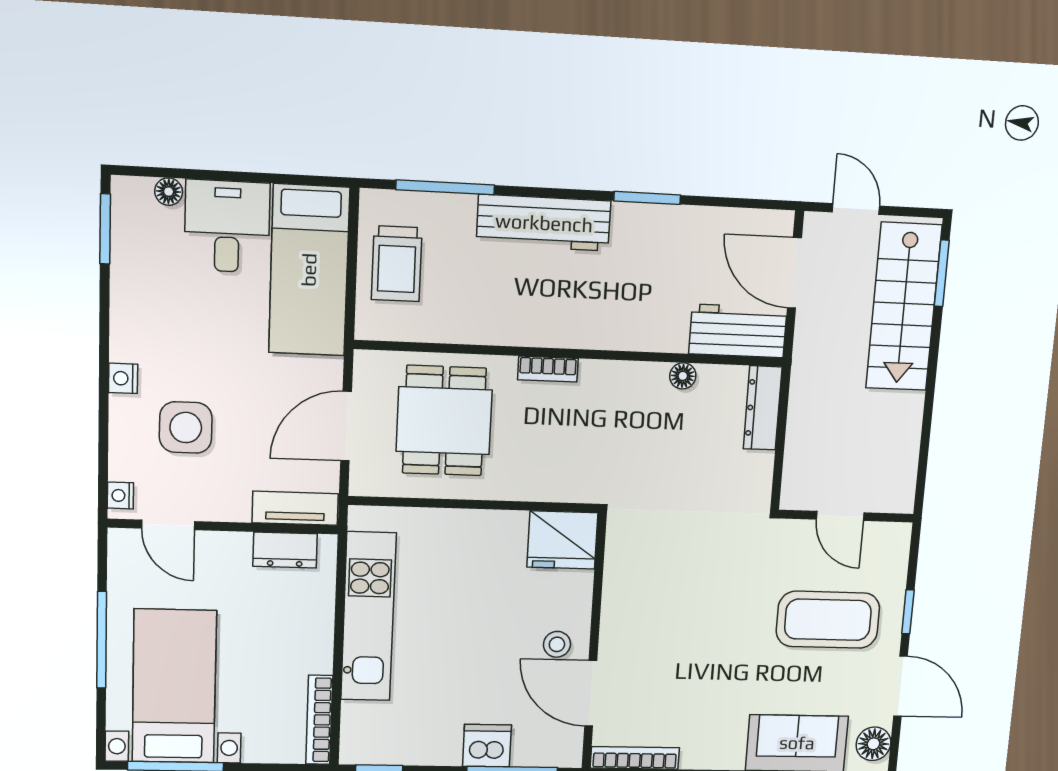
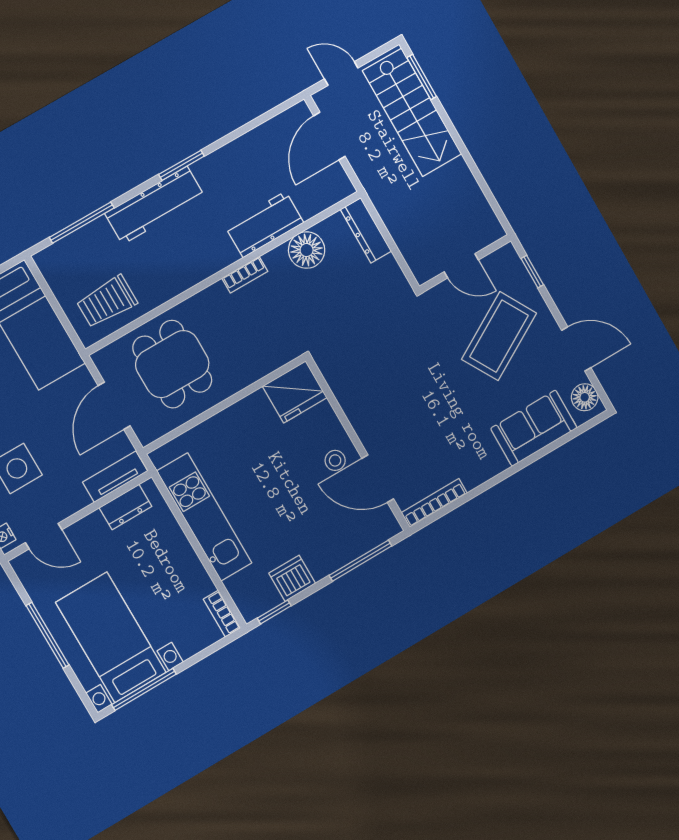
window: (647, 198) -> (181, 165), moved
trolley: (397, 264) -> (107, 302), moved, turned 90
door: (794, 273) -> (329, 136), hinge flipped
workbench: (738, 331) -> (264, 224), moved
bookcase: (548, 369) -> (245, 275), moved
floor lamp: (683, 376) -> (307, 250), width x1.89, depth x1.89
window: (908, 612) -> (532, 272), moved
coffee table: (828, 620) -> (499, 336), turned -30
bookcase: (319, 720) -> (222, 614), width x0.64
dishwasher: (487, 746) -> (292, 578), moved

